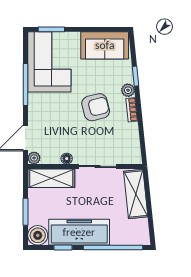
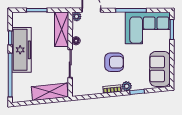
armchair: (96, 107) -> (114, 62), turned -76
boiler: (38, 235) -> (19, 19), removed

